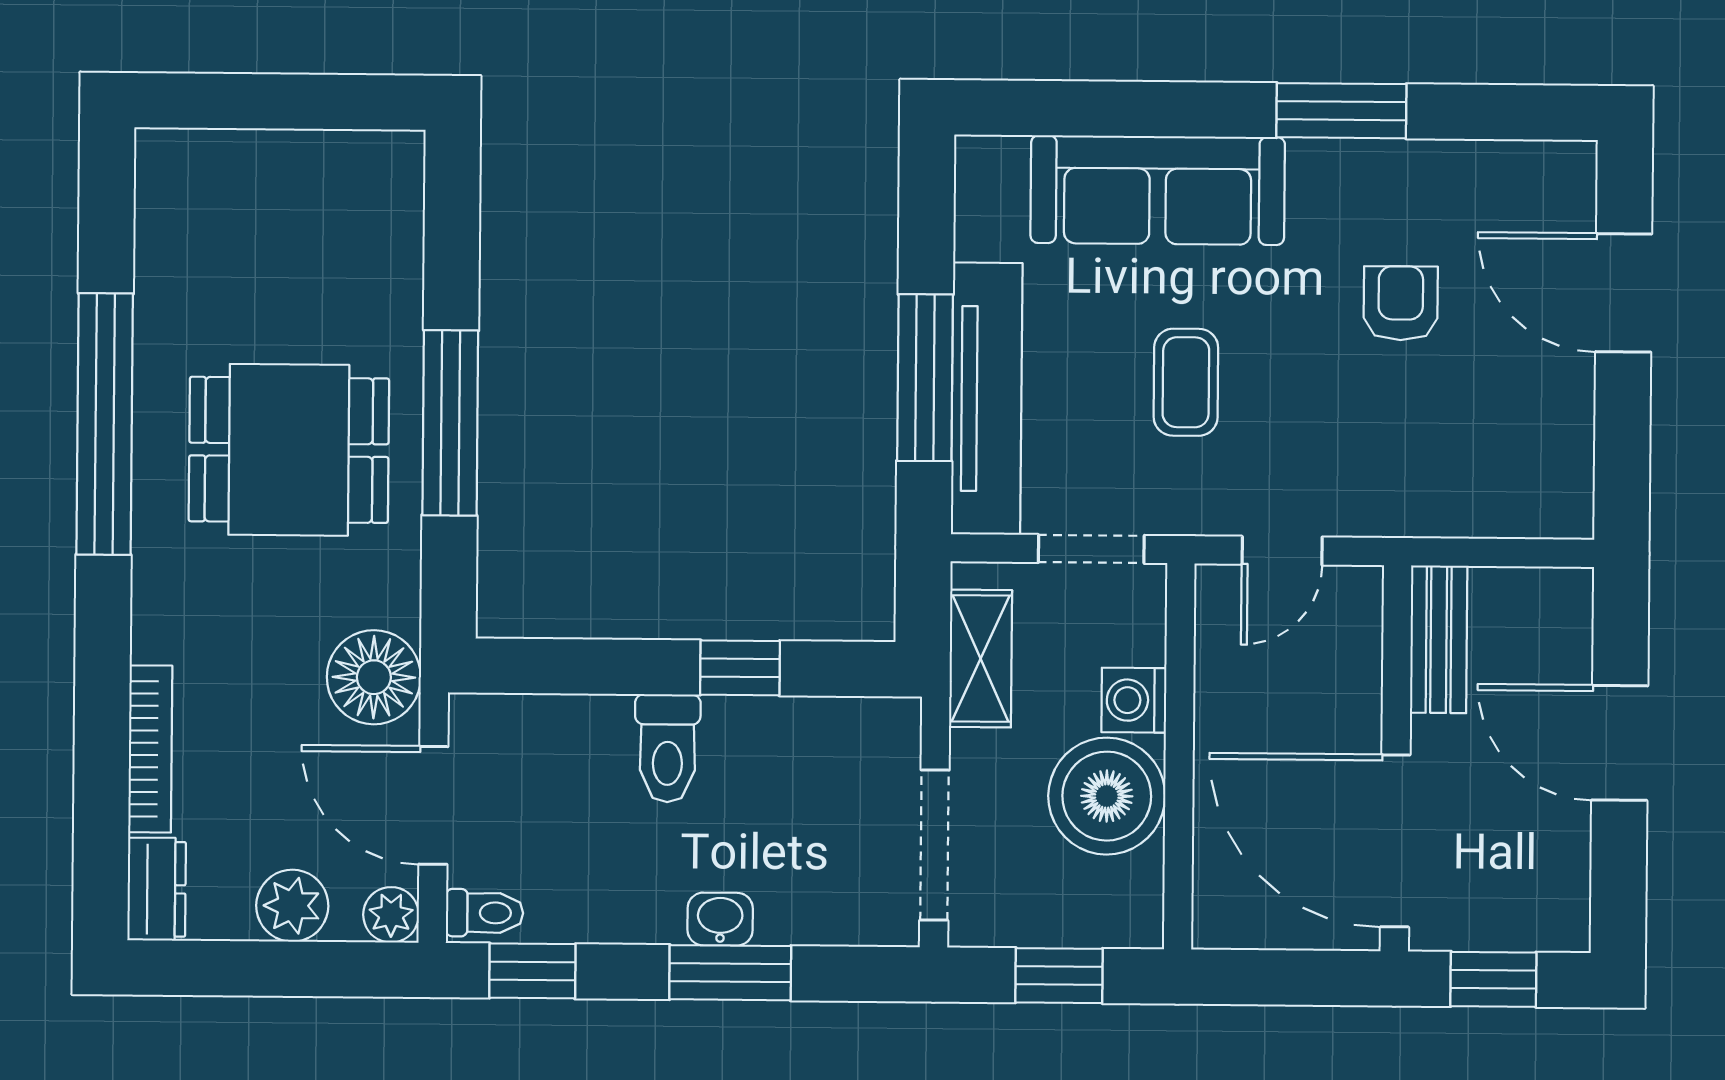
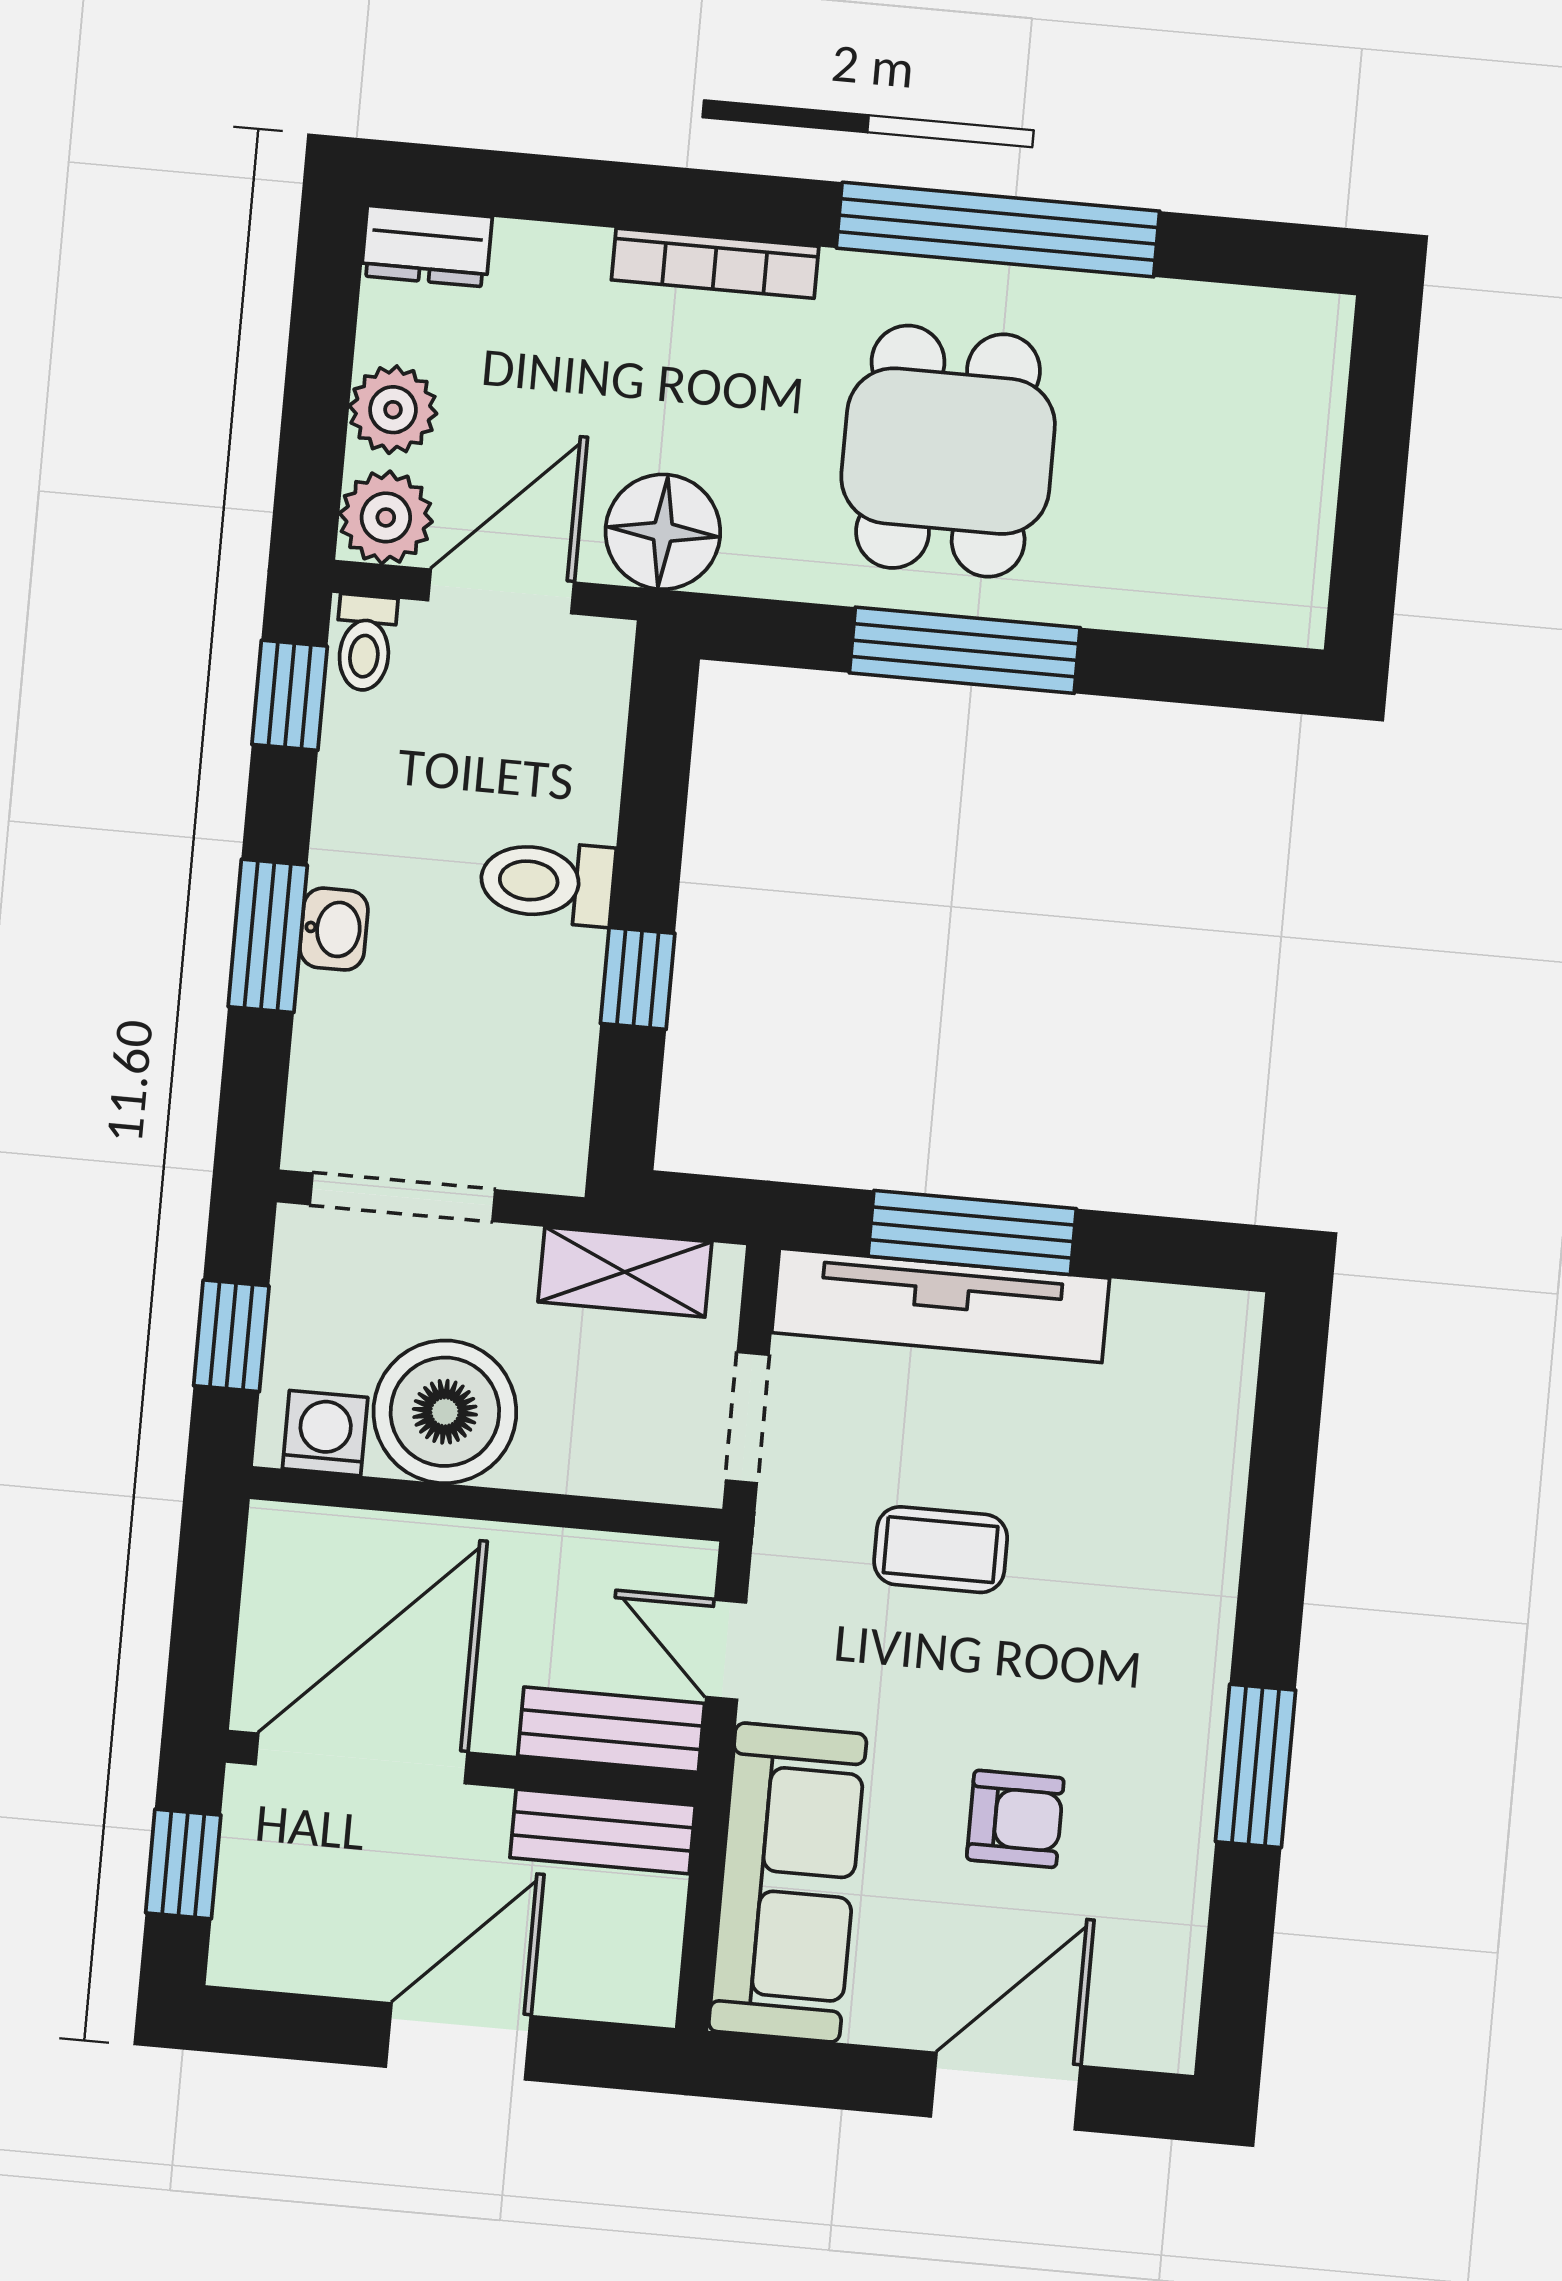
sofa: (1158, 190) -> (788, 1883), moved, turned 180
bench: (1355, 639) -> (611, 1730), added
washing machine: (1134, 700) -> (325, 1433), moved
bookcase: (150, 749) -> (715, 263), moved
plant: (391, 915) -> (386, 517), width x1.38, depth x1.38

